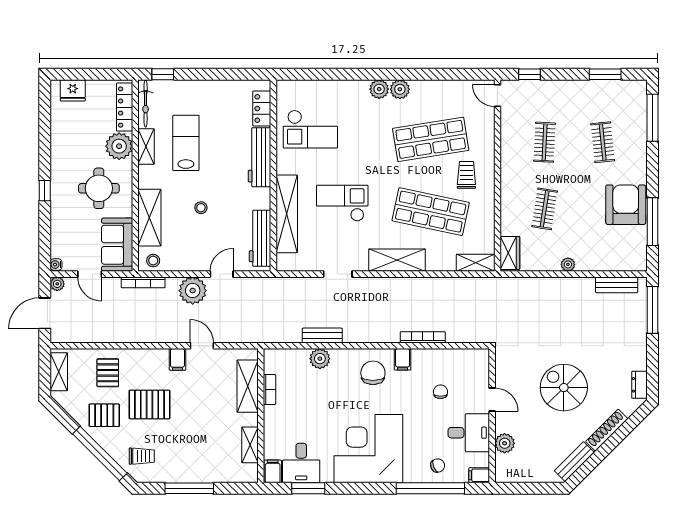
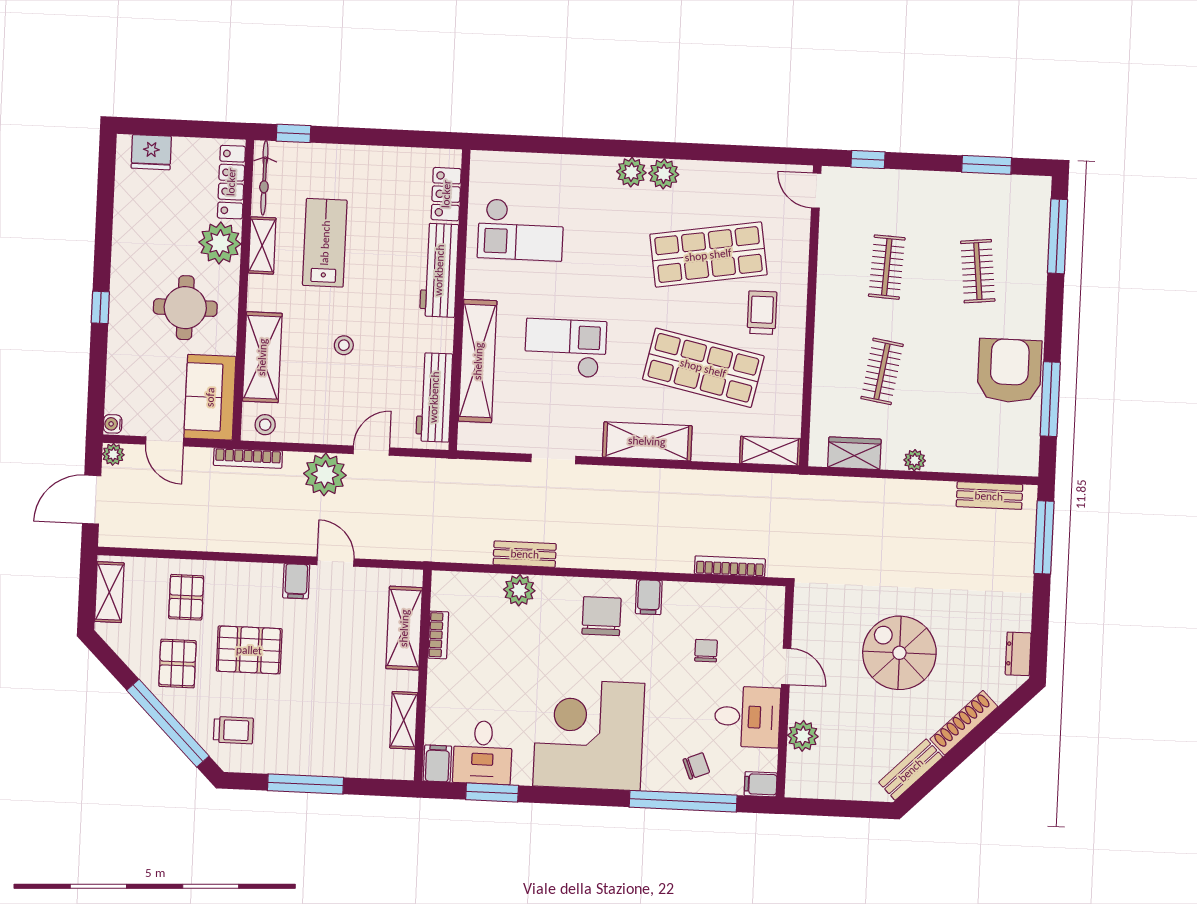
wardrobe: (510, 253) -> (854, 453), moved, turned -90
bookcase: (423, 337) -> (730, 566), moved
pallet: (104, 415) -> (177, 664), turned 90

